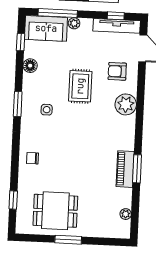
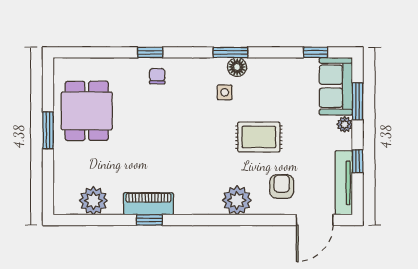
window: (58, 13) -> (358, 101), width x0.69
window: (116, 16) -> (358, 161), moved
floor lamp: (30, 66) -> (237, 67), moved
window: (137, 169) -> (149, 220), width x0.67
window: (13, 200) -> (150, 52), moved
plant: (126, 214) -> (93, 201), width x1.87, depth x1.87

